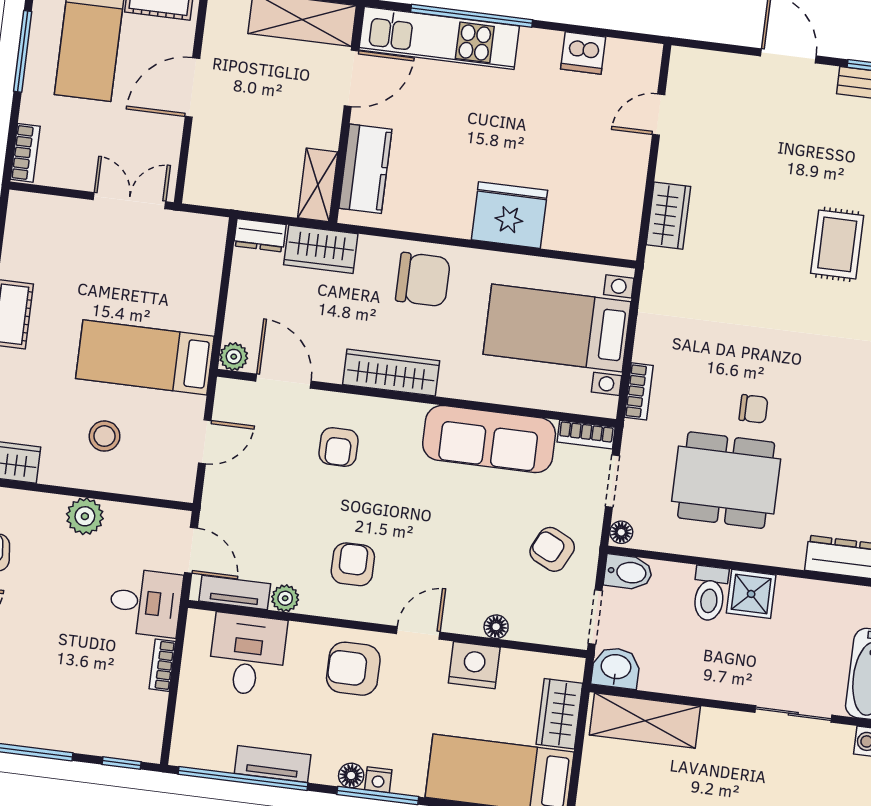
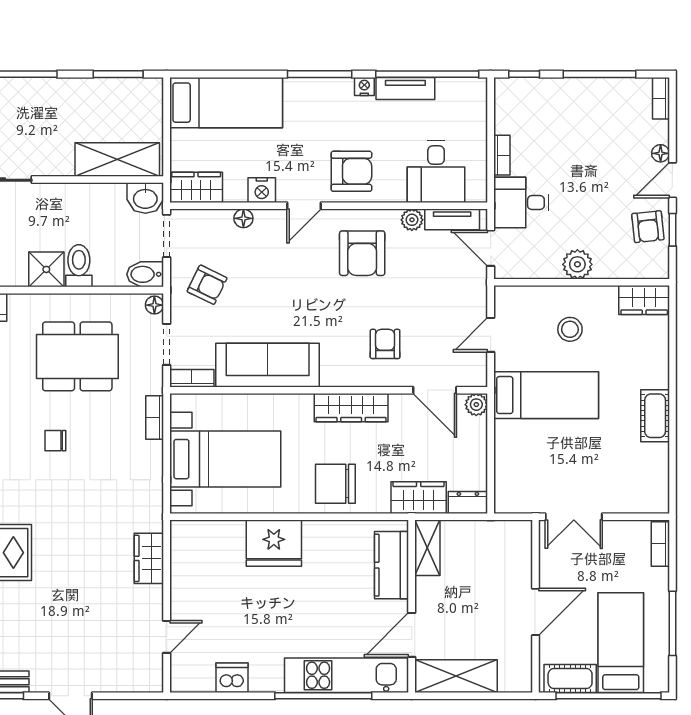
chair: (753, 409) -> (55, 441), moved
armchair: (353, 564) -> (362, 253), width x1.38, depth x1.38
nightstand: (474, 665) -> (262, 190), width x0.74, depth x0.75
wardrobe: (559, 714) -> (196, 187), moved, turned -90
floor lamp: (351, 776) -> (343, 87), removed
nightstand: (378, 780) -> (364, 86), moved

